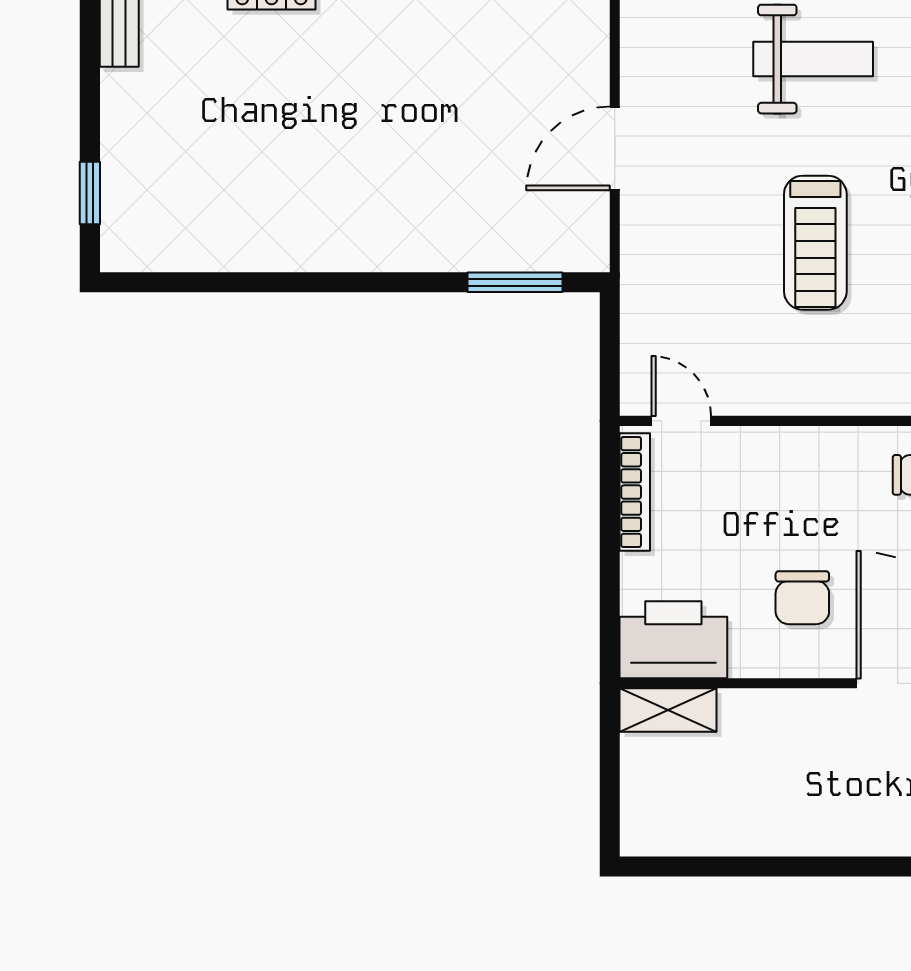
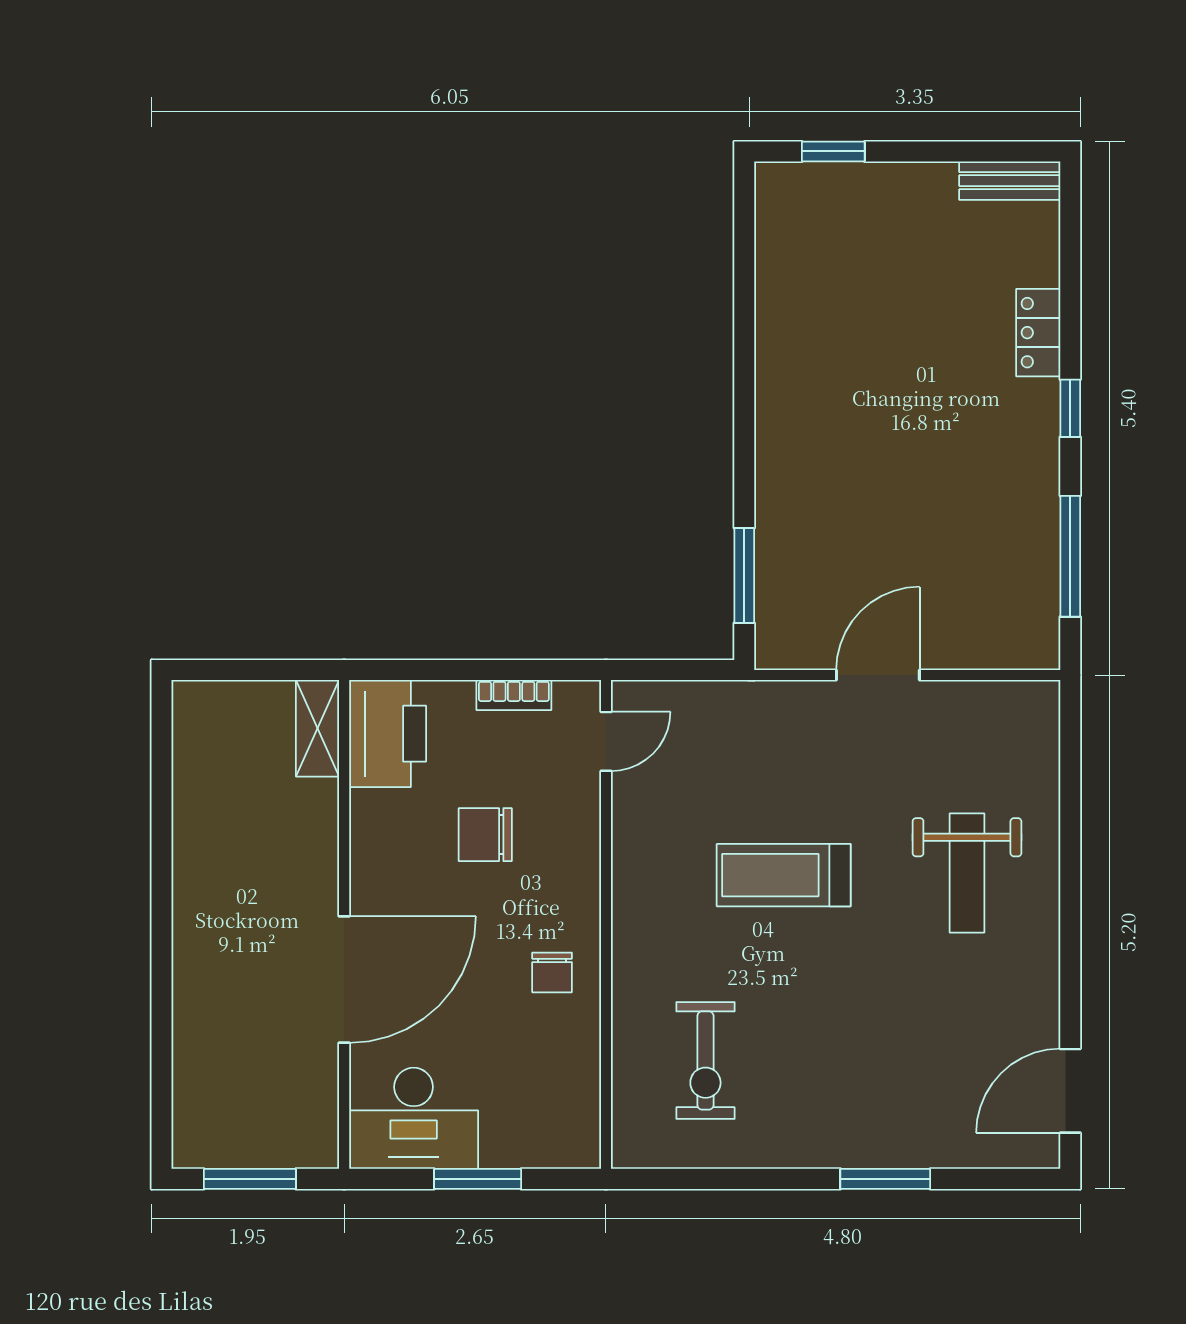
door: (615, 148) -> (878, 675), hinge flipped
bookcase: (635, 492) -> (514, 695), width x0.64
chair: (802, 598) -> (485, 835), moved

